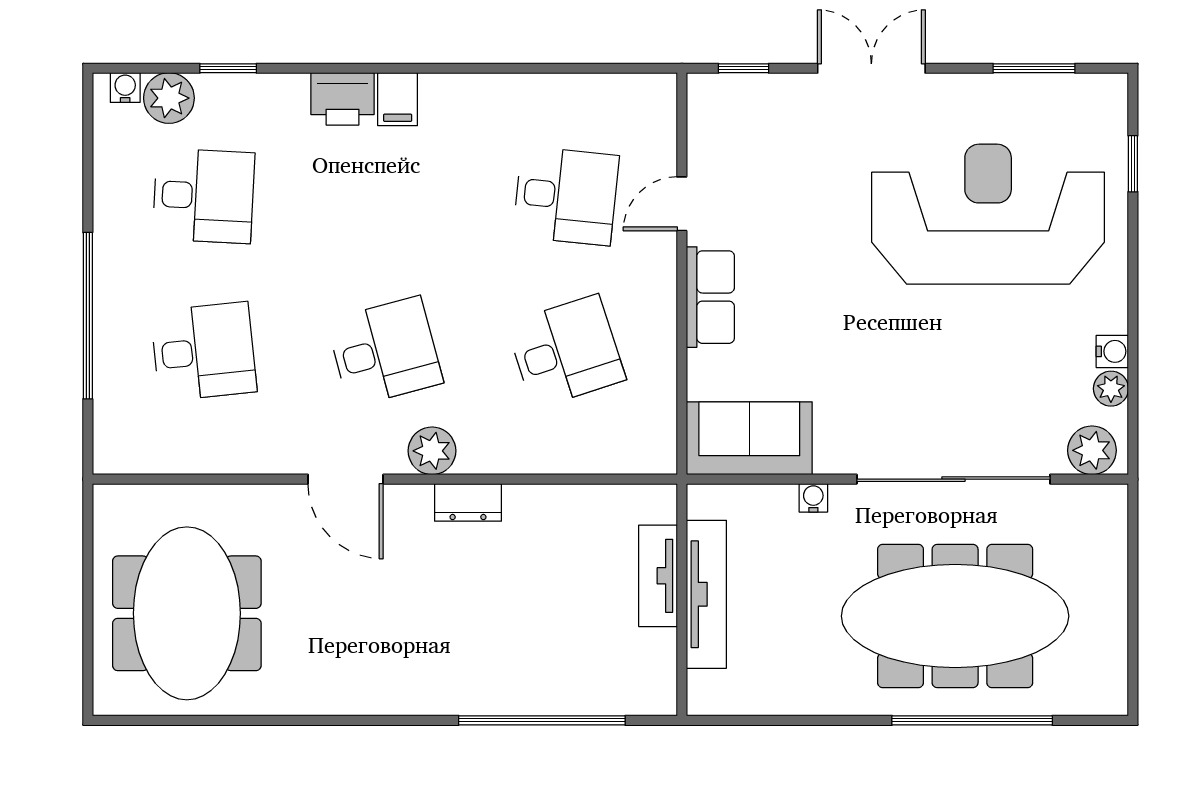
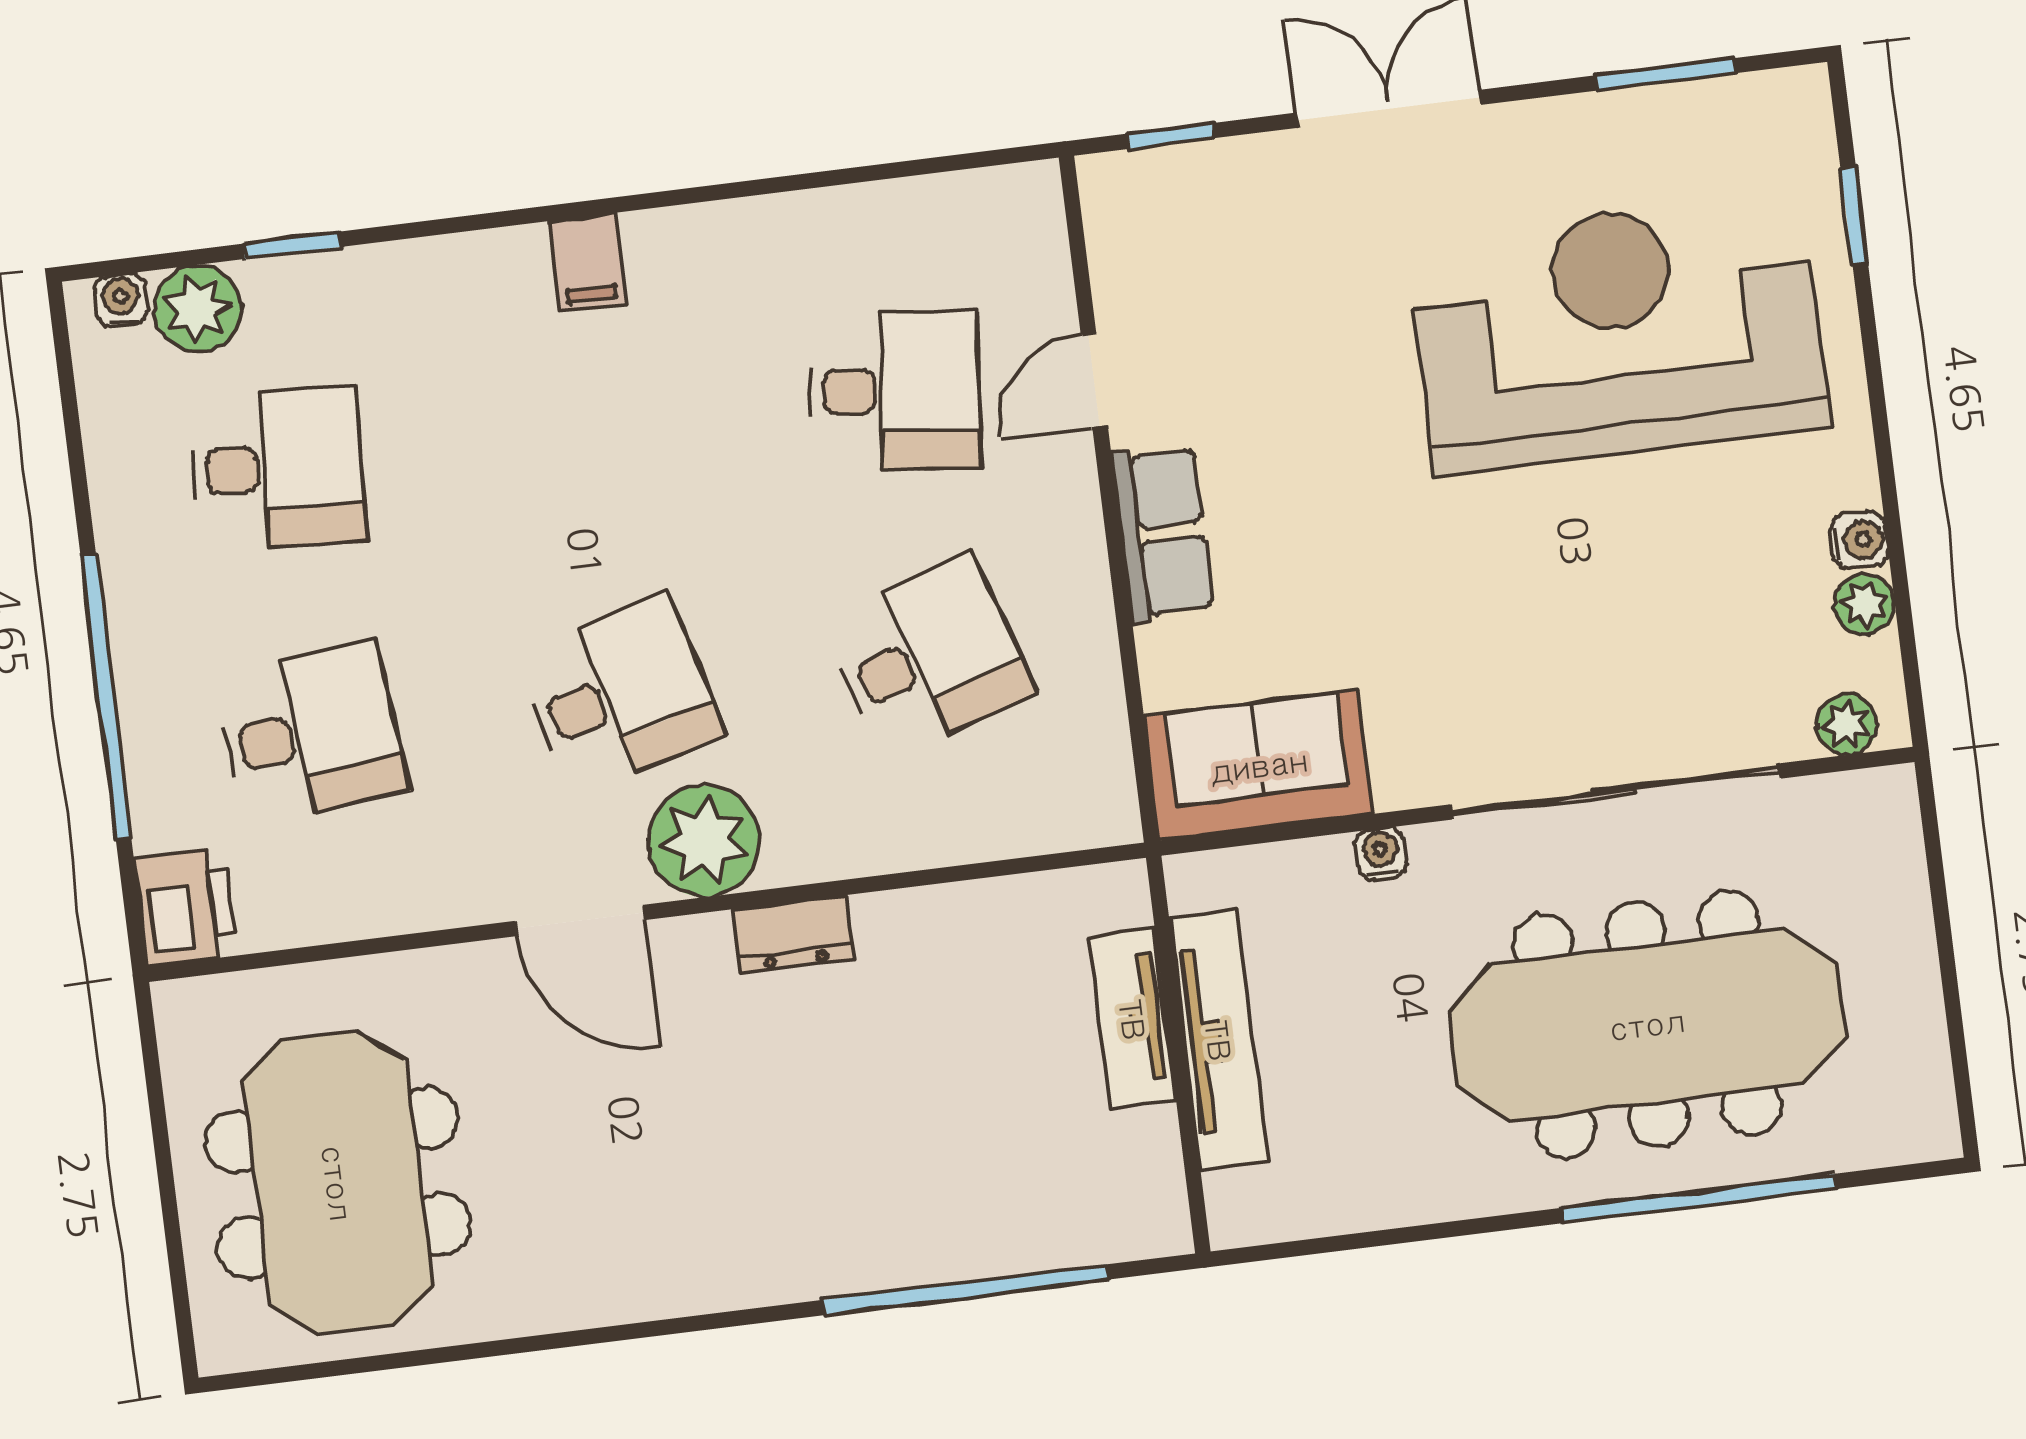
printer: (343, 99) -> (185, 907), moved, turned -90
plant: (1092, 450) -> (1847, 724), width x0.73, depth x0.73
plant: (432, 451) -> (704, 841), width x1.36, depth x1.36

